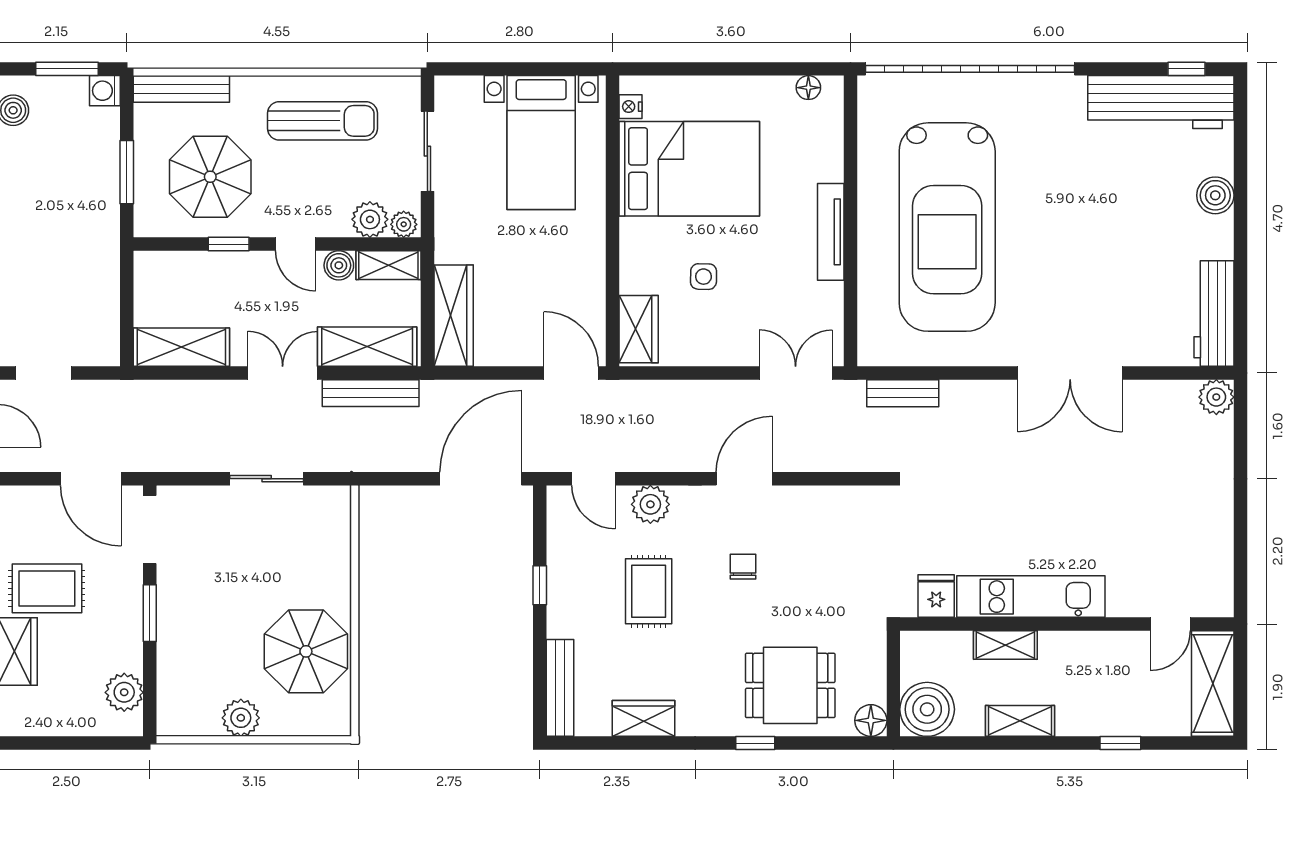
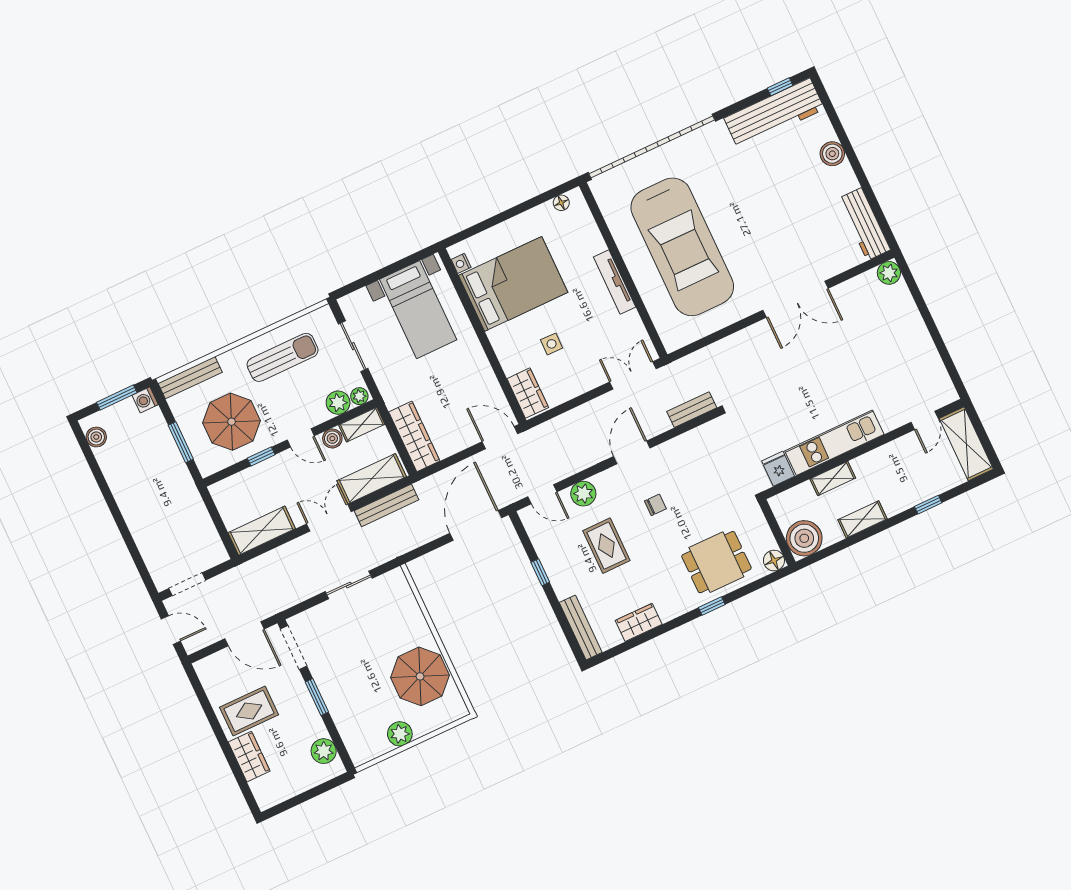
bench: (903, 393) -> (692, 410), moved
chair: (743, 567) -> (655, 505), turned 90

